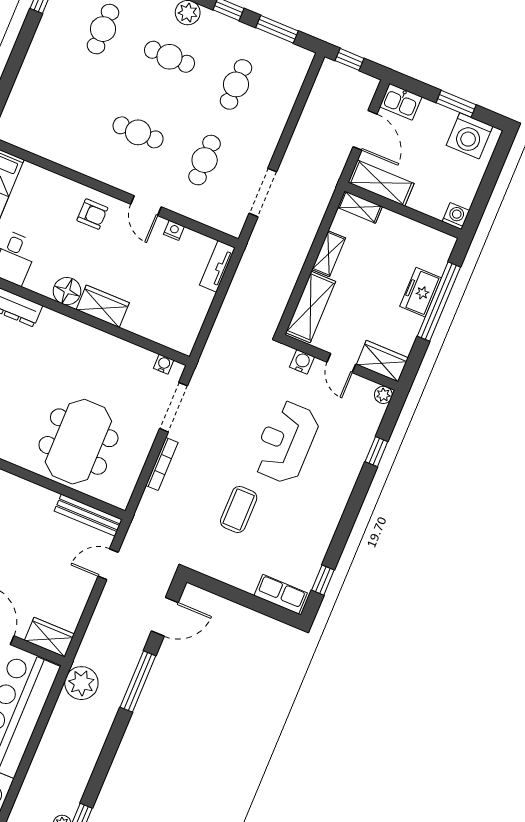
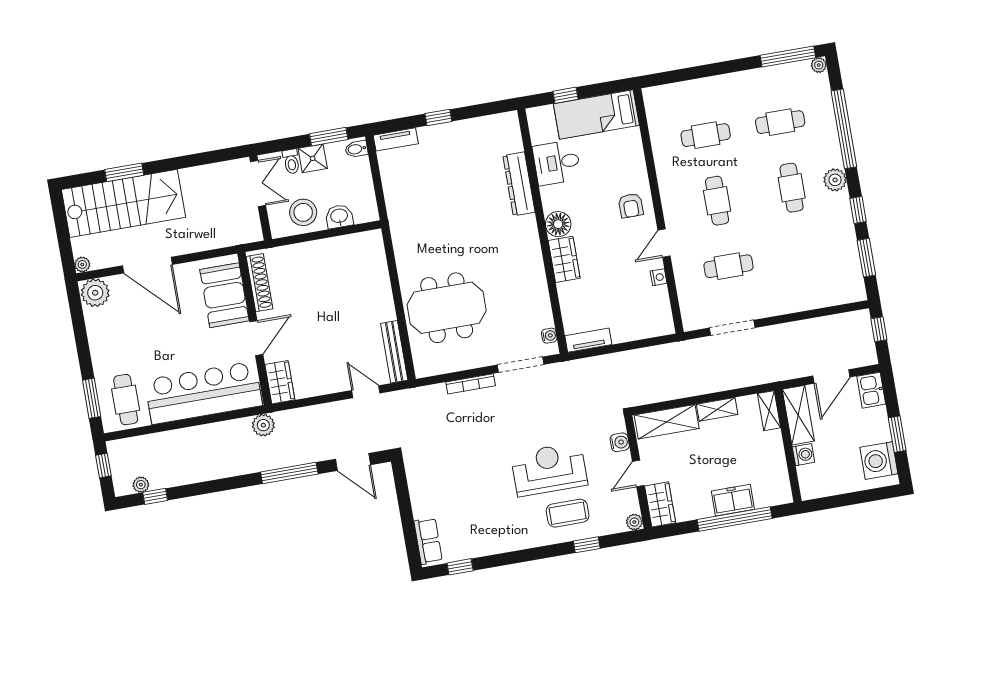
cafe table: (236, 84) -> (706, 135), moved
washing machine: (456, 216) -> (803, 455), moved
tv unit: (217, 266) -> (588, 340), moved
coffee table: (239, 509) -> (568, 513), moved
plant: (81, 683) -> (263, 425), width x0.73, depth x0.73

